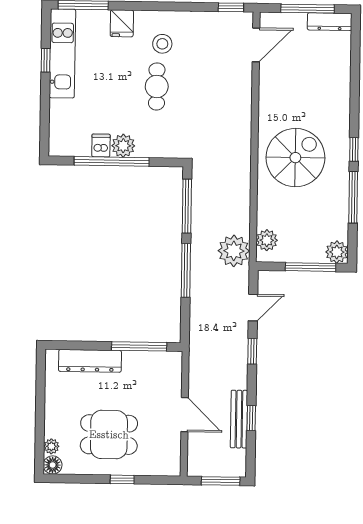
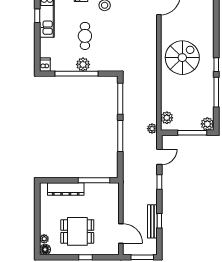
cafe table: (157, 86) -> (85, 36), moved
dishwasher: (101, 146) -> (45, 65), moved
spiral stairs: (295, 158) -> (182, 58), moved
plant: (234, 251) -> (152, 129), width x0.53, depth x0.53
door: (185, 415) -> (121, 233), moved

